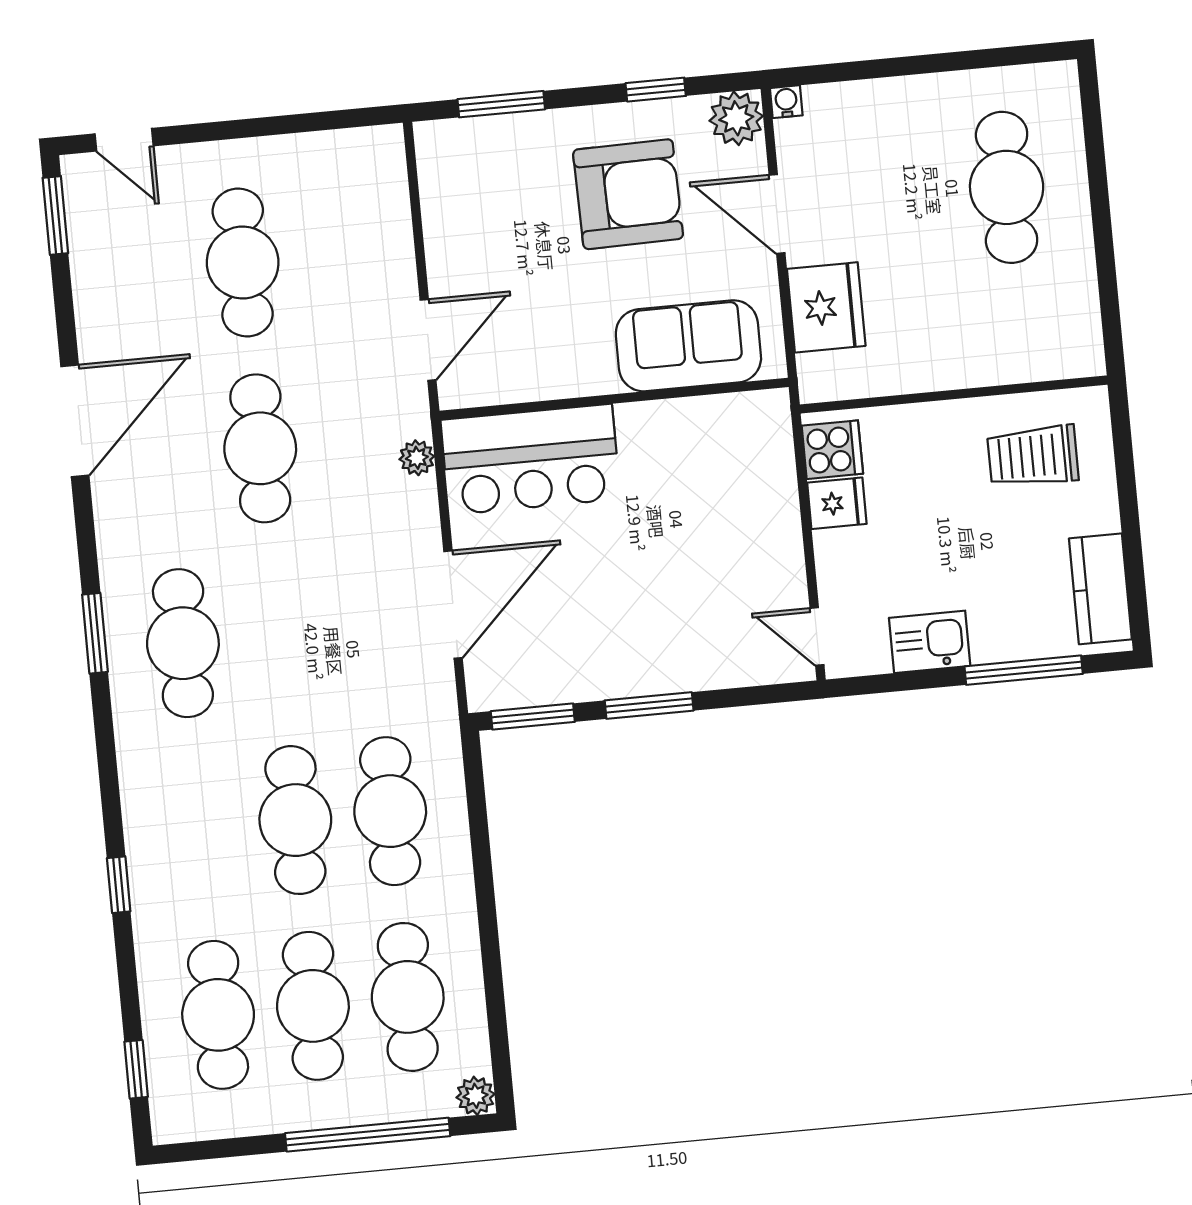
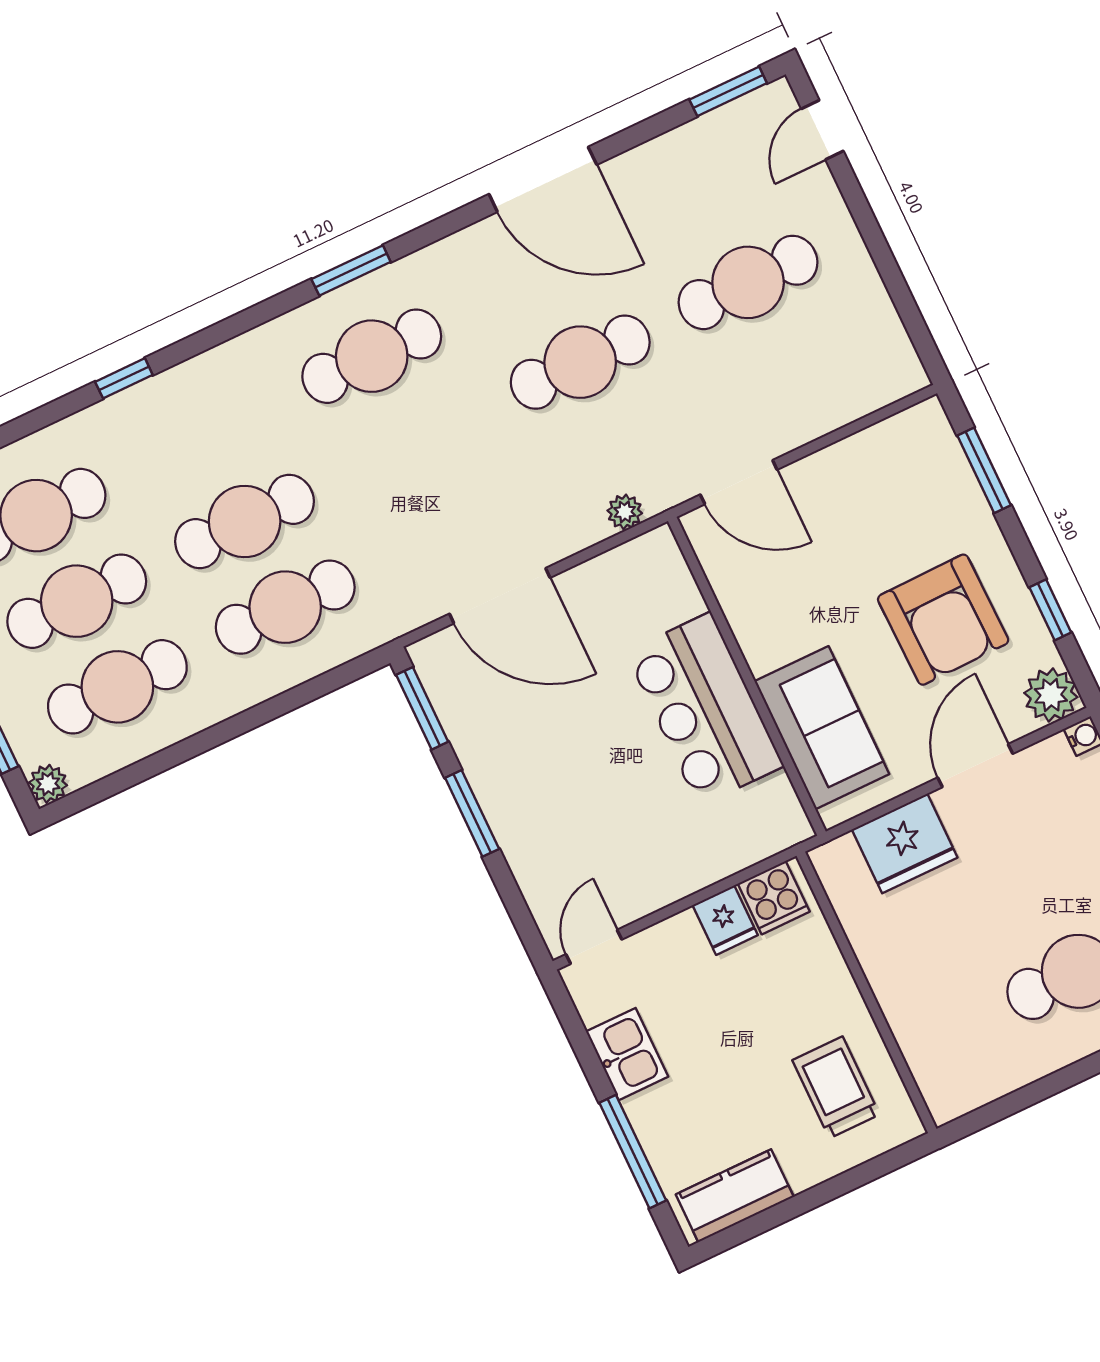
bar counter: (531, 459) -> (705, 709), moved

